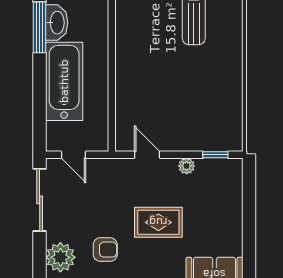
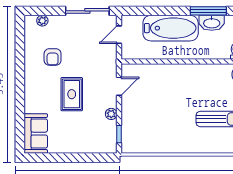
plant: (60, 257) -> (42, 21), width x0.53, depth x0.53

